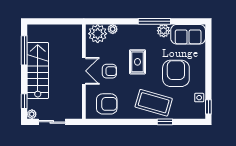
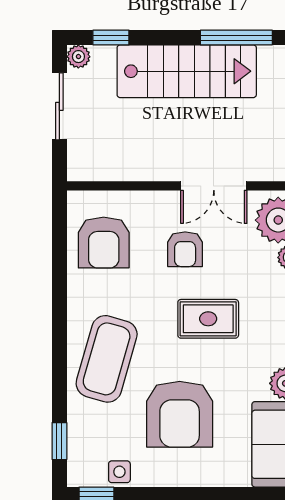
double door: (84, 71) -> (214, 186), moved
armchair: (176, 73) -> (180, 414), turned 90
window: (165, 122) -> (59, 441), moved

